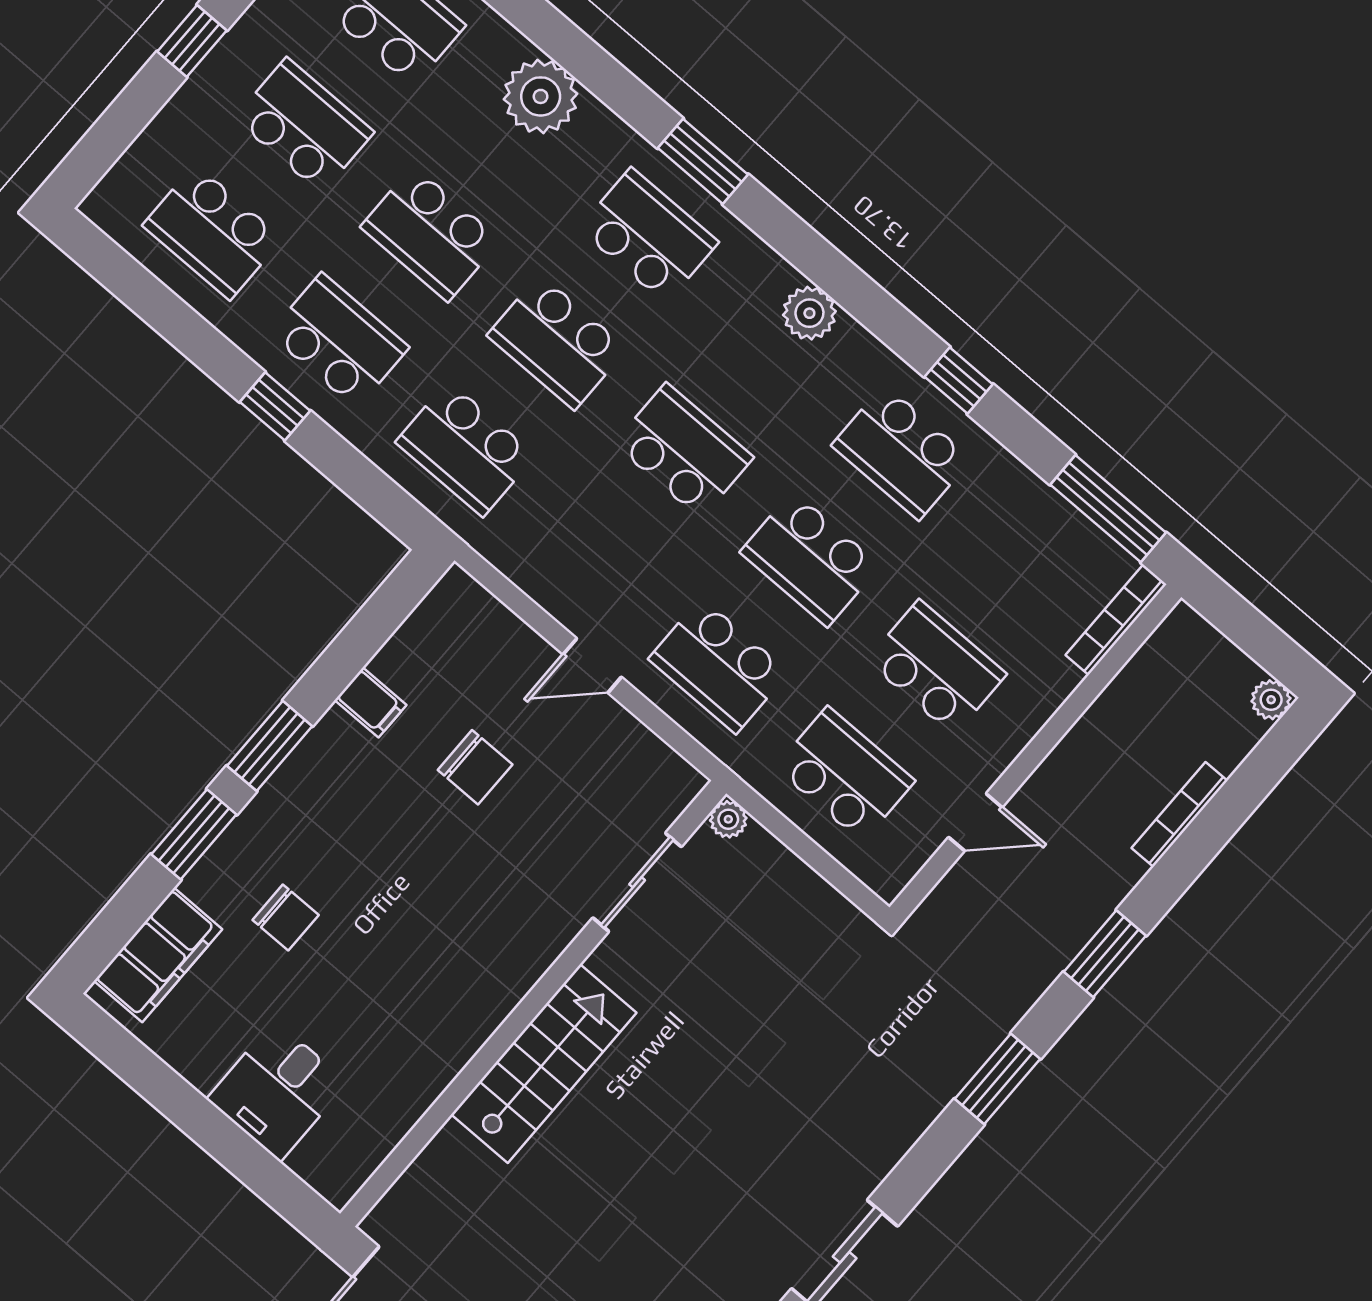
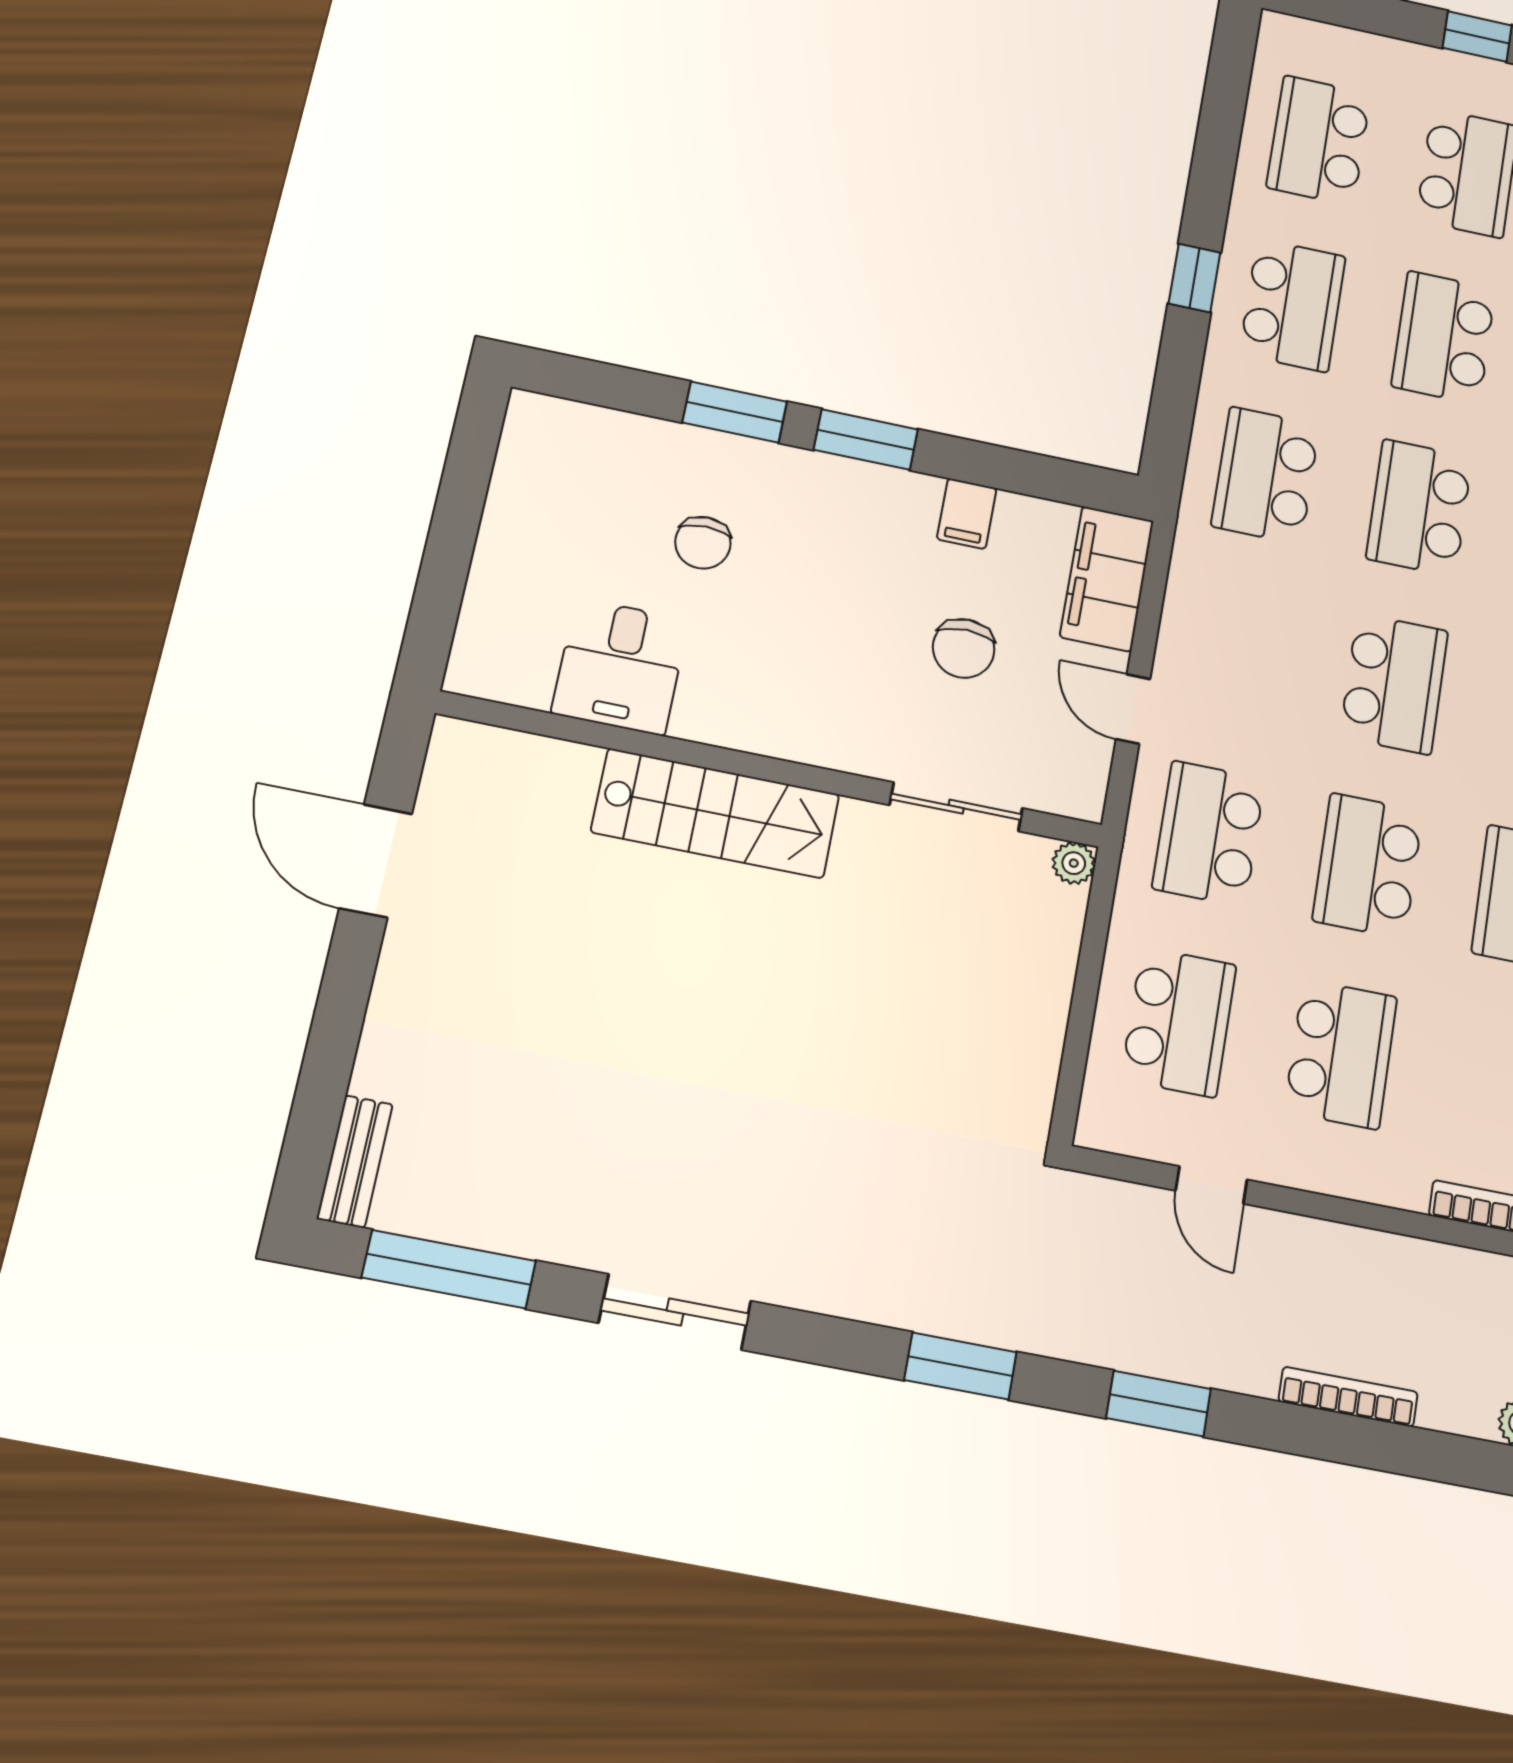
plant: (728, 819) -> (1074, 863), moved
sliding door: (637, 882) -> (956, 807), moved
filing cabinet: (158, 955) -> (1107, 579), moved, turned 90
wall: (533, 1004) -> (771, 769), moved
stairs: (544, 1064) -> (715, 813), moved
desk: (277, 1091) -> (620, 666), moved, turned -90

